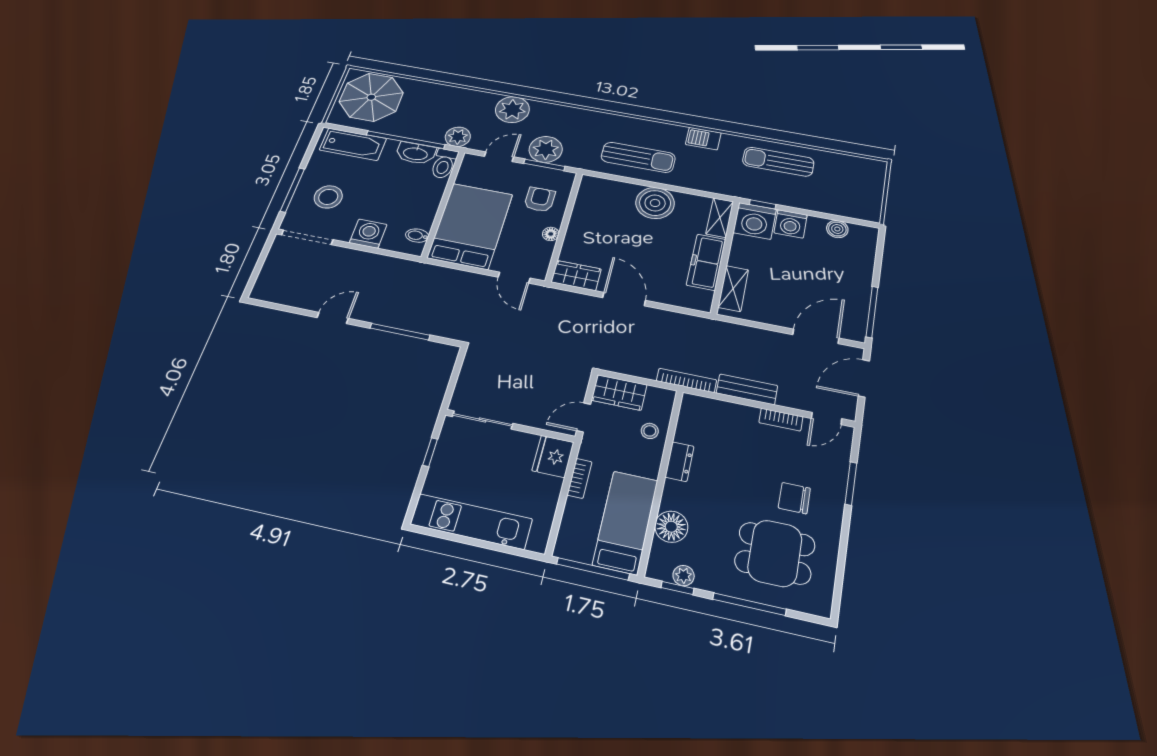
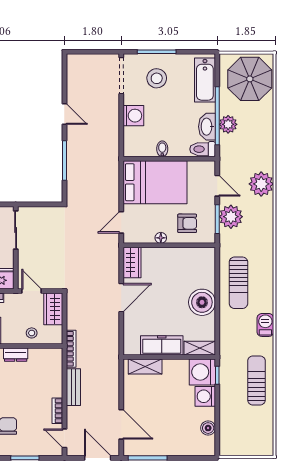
plant: (458, 137) -> (228, 124), moved
bidet: (417, 236) -> (162, 149), moved

